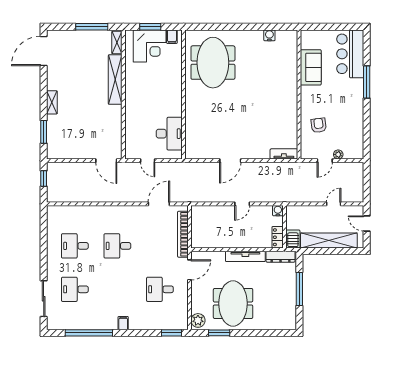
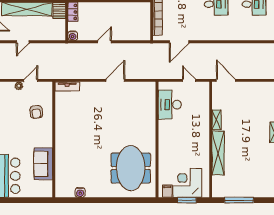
shelving: (117, 42) -> (217, 120), moved

